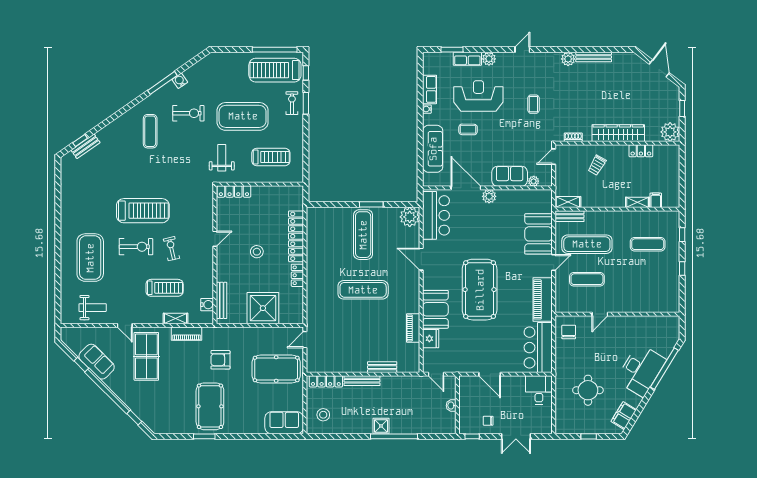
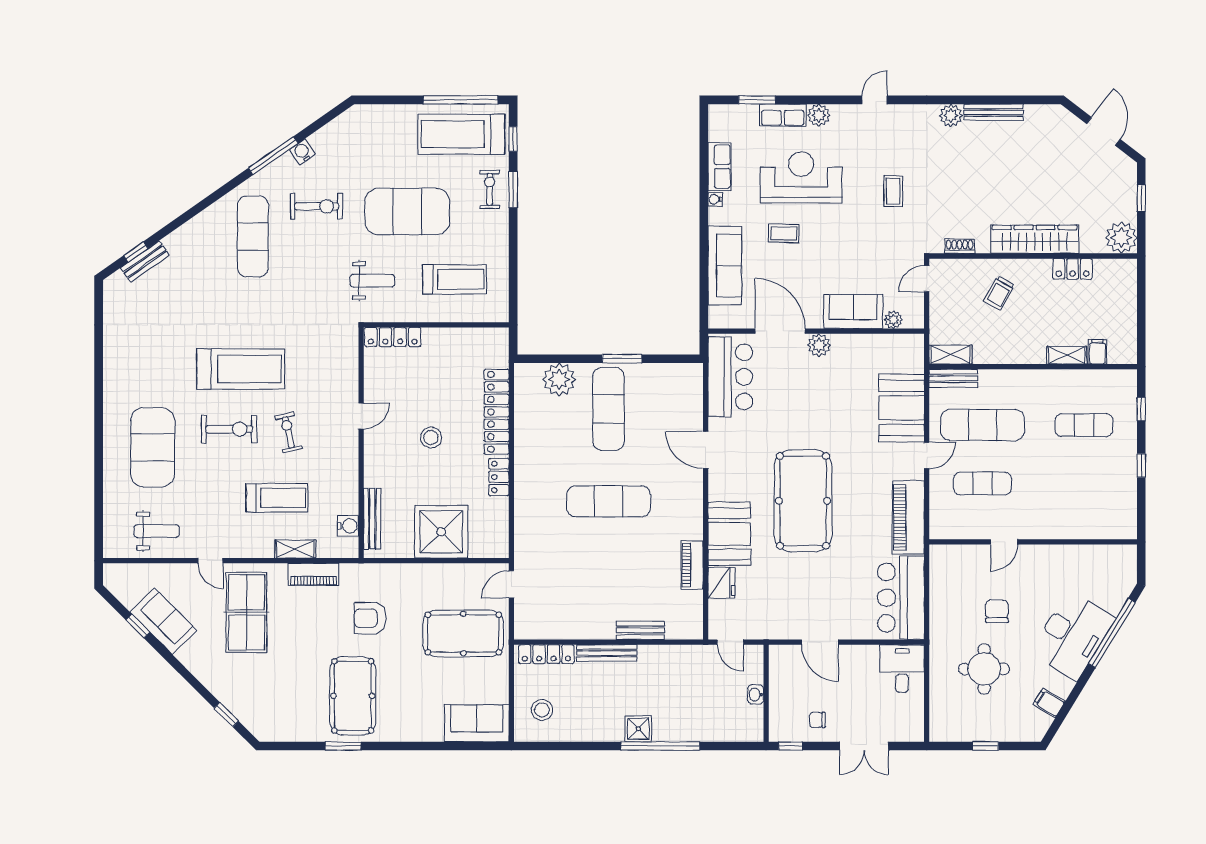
exercise mat: (150, 131) -> (253, 236), width x1.36, depth x1.45
weight bench: (222, 158) -> (372, 281), turned 90
plant: (410, 217) -> (559, 379), moved
chair: (569, 332) -> (997, 611), moved
filing cabinet: (624, 416) -> (1049, 703), width x0.50

